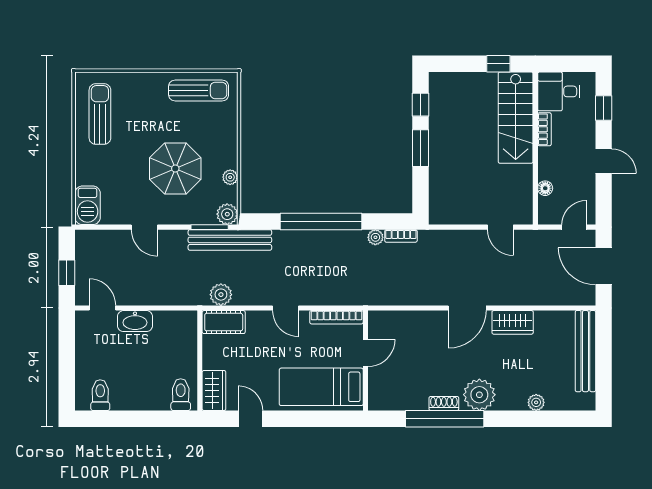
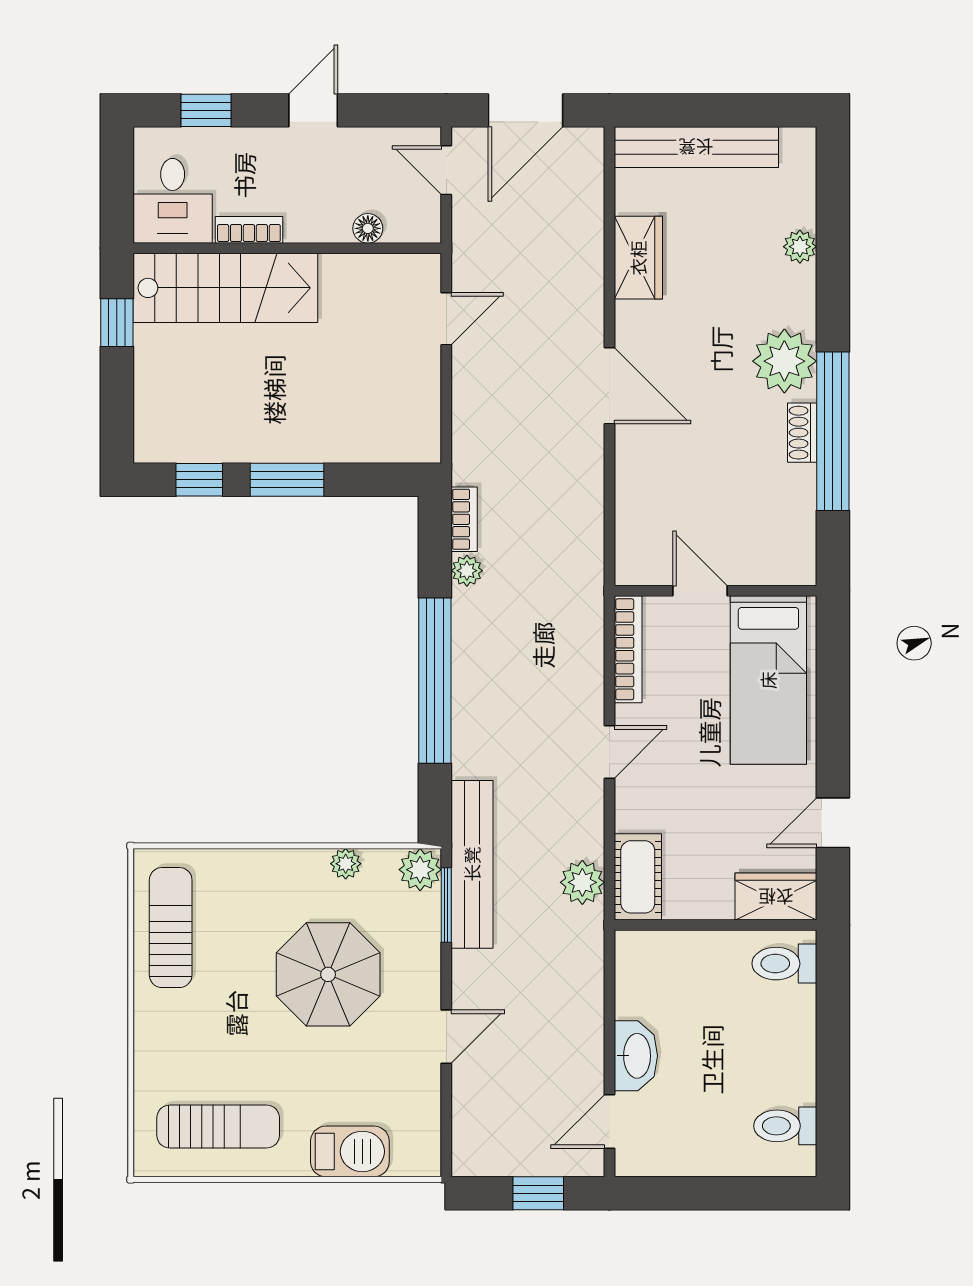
sun lounger: (100, 114) -> (218, 1127), turned 180
barbecue: (88, 205) -> (350, 1151), moved
wardrobe: (513, 322) -> (638, 258), moved

